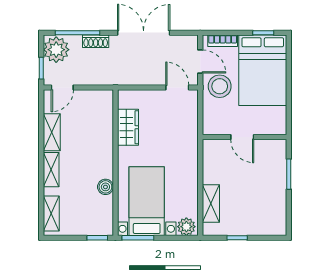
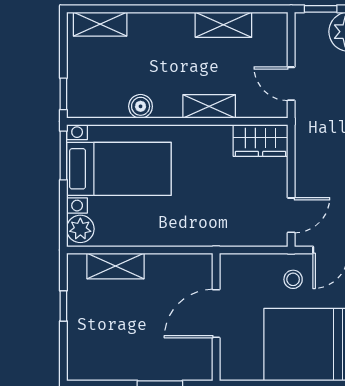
stool: (220, 86) -> (293, 279), width x0.53, depth x0.53
door: (62, 88) -> (291, 84), moved
wardrobe: (128, 127) -> (261, 140), moved
door: (242, 137) -> (216, 314), width x1.38
shelving: (51, 170) -> (209, 106), moved

